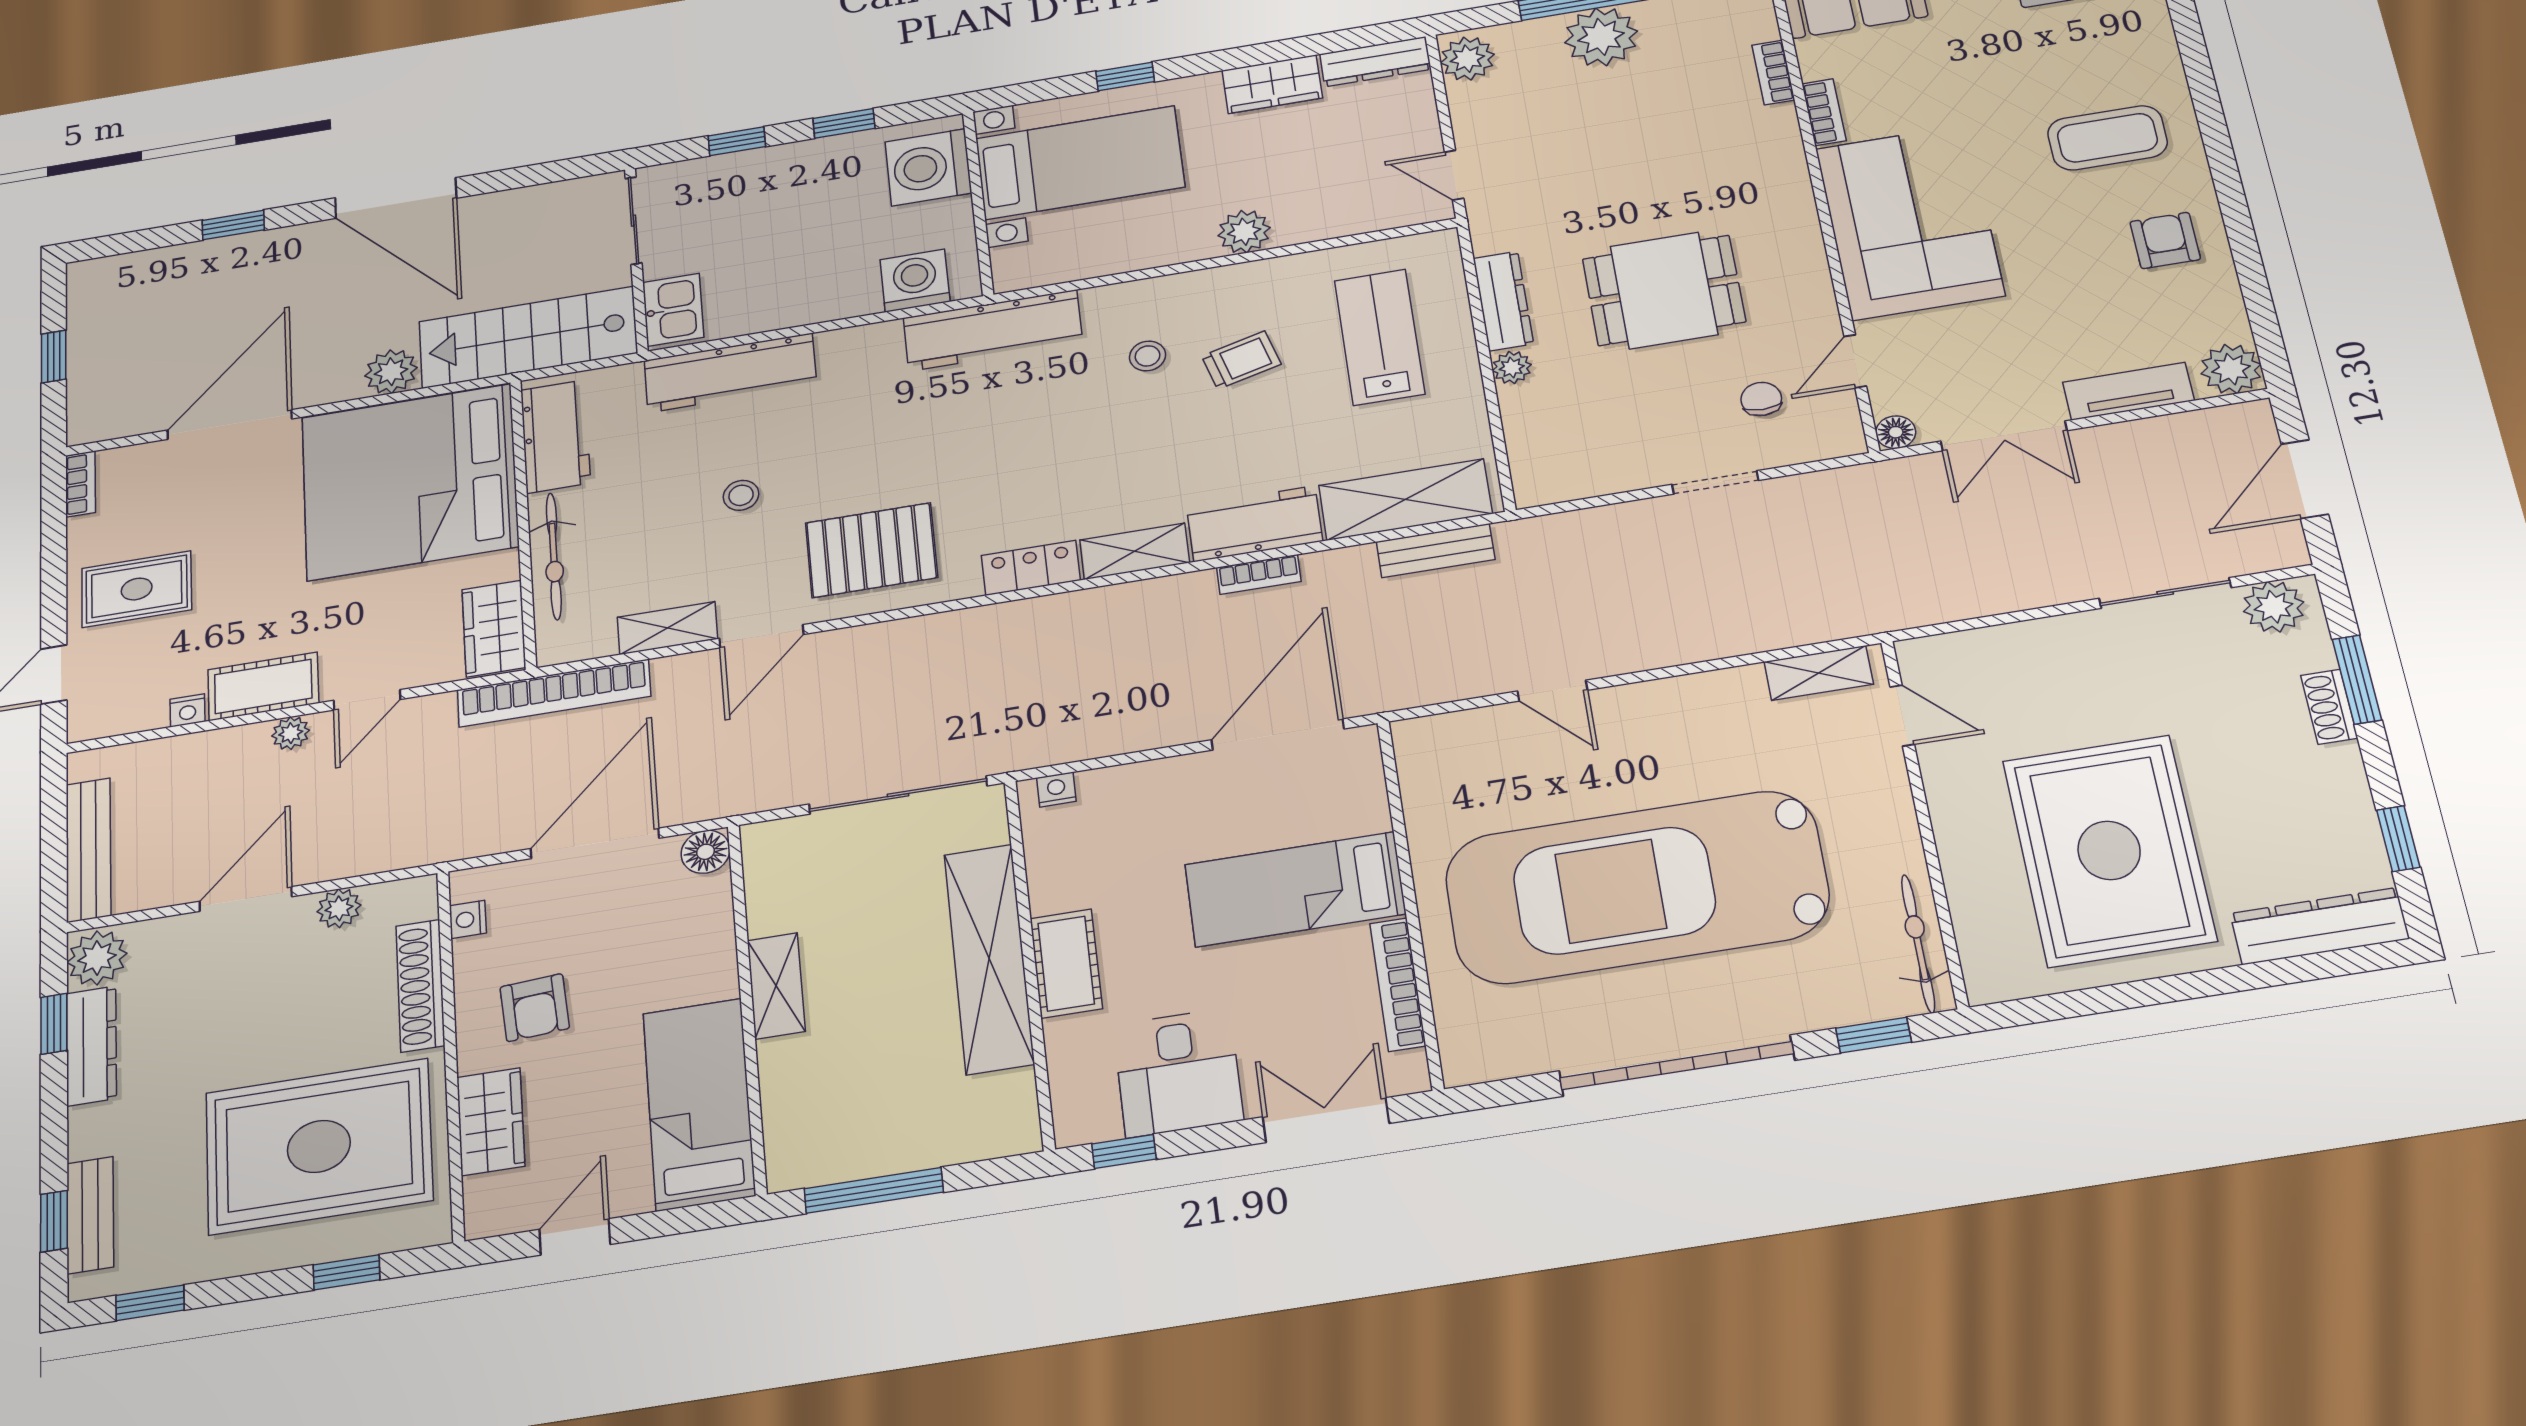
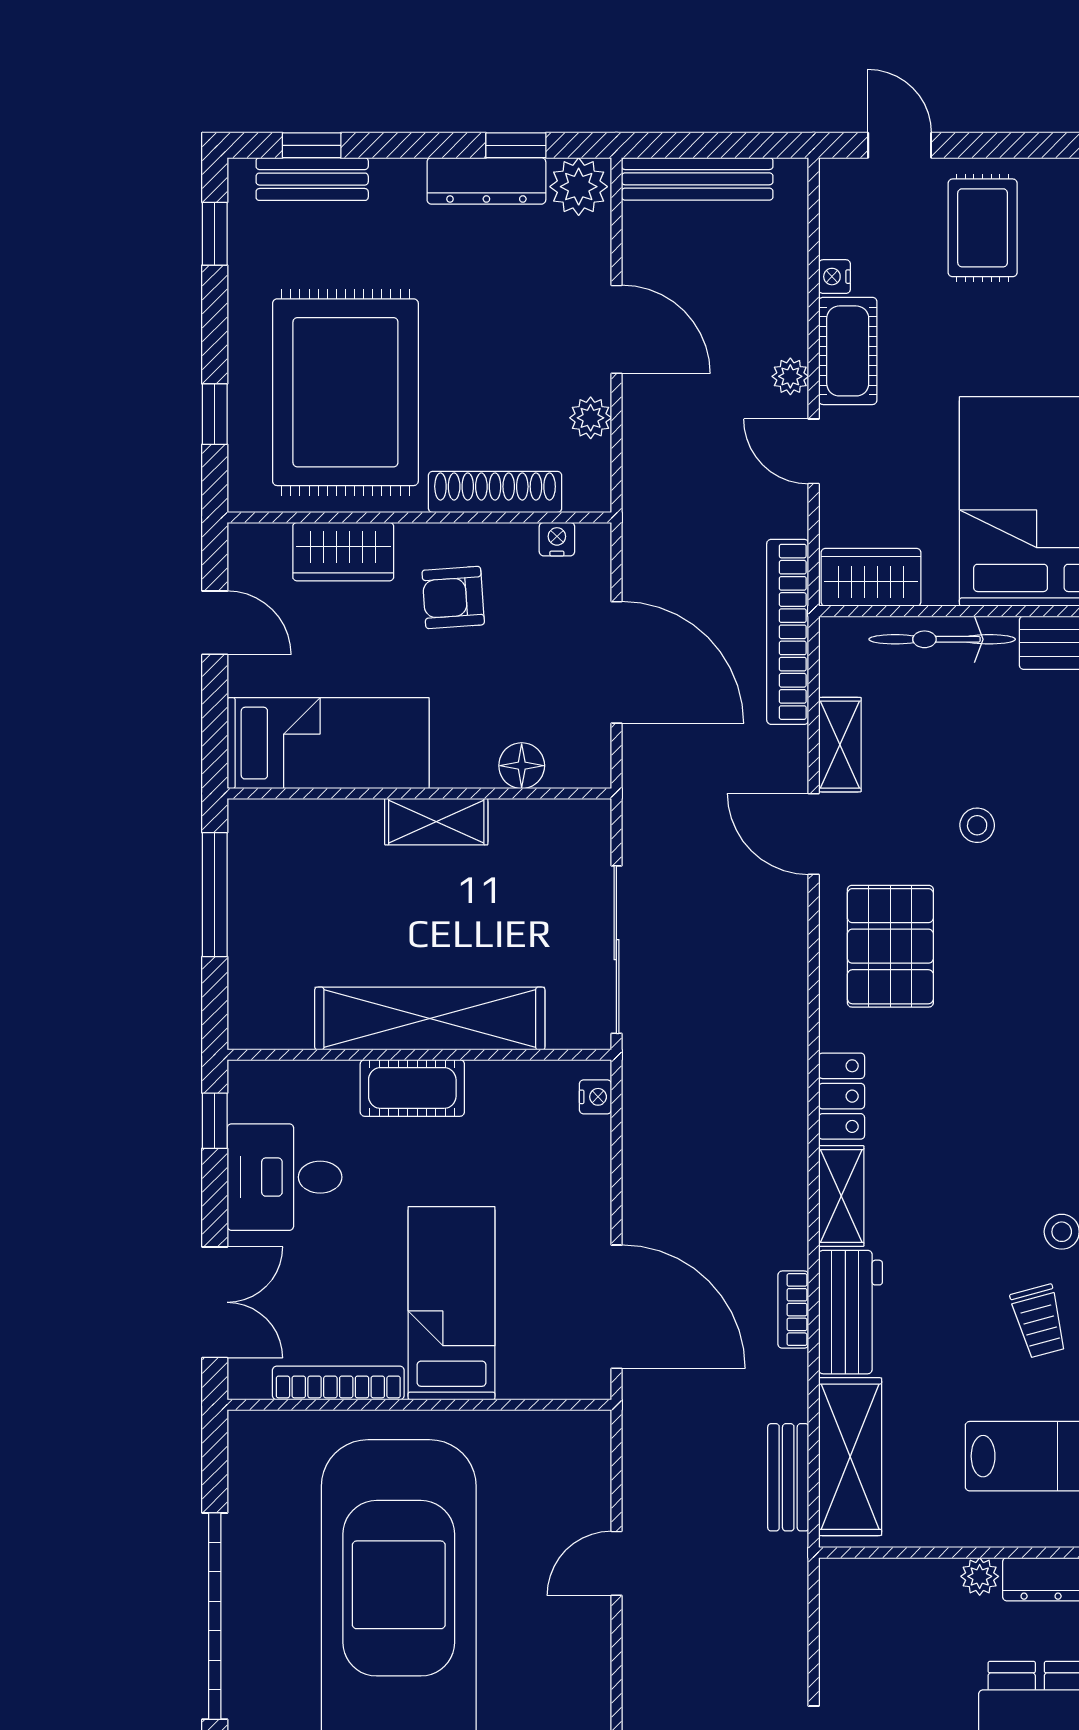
floor lamp: (706, 852) -> (522, 766), moved

